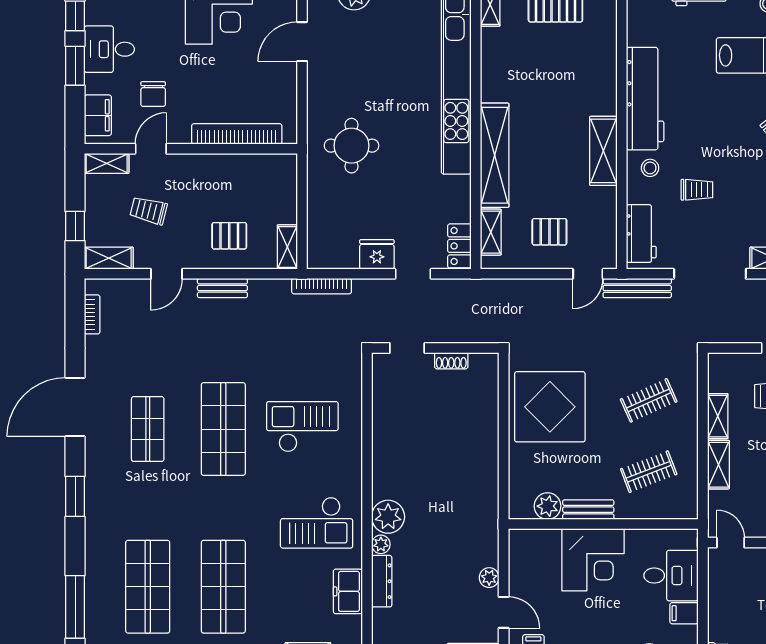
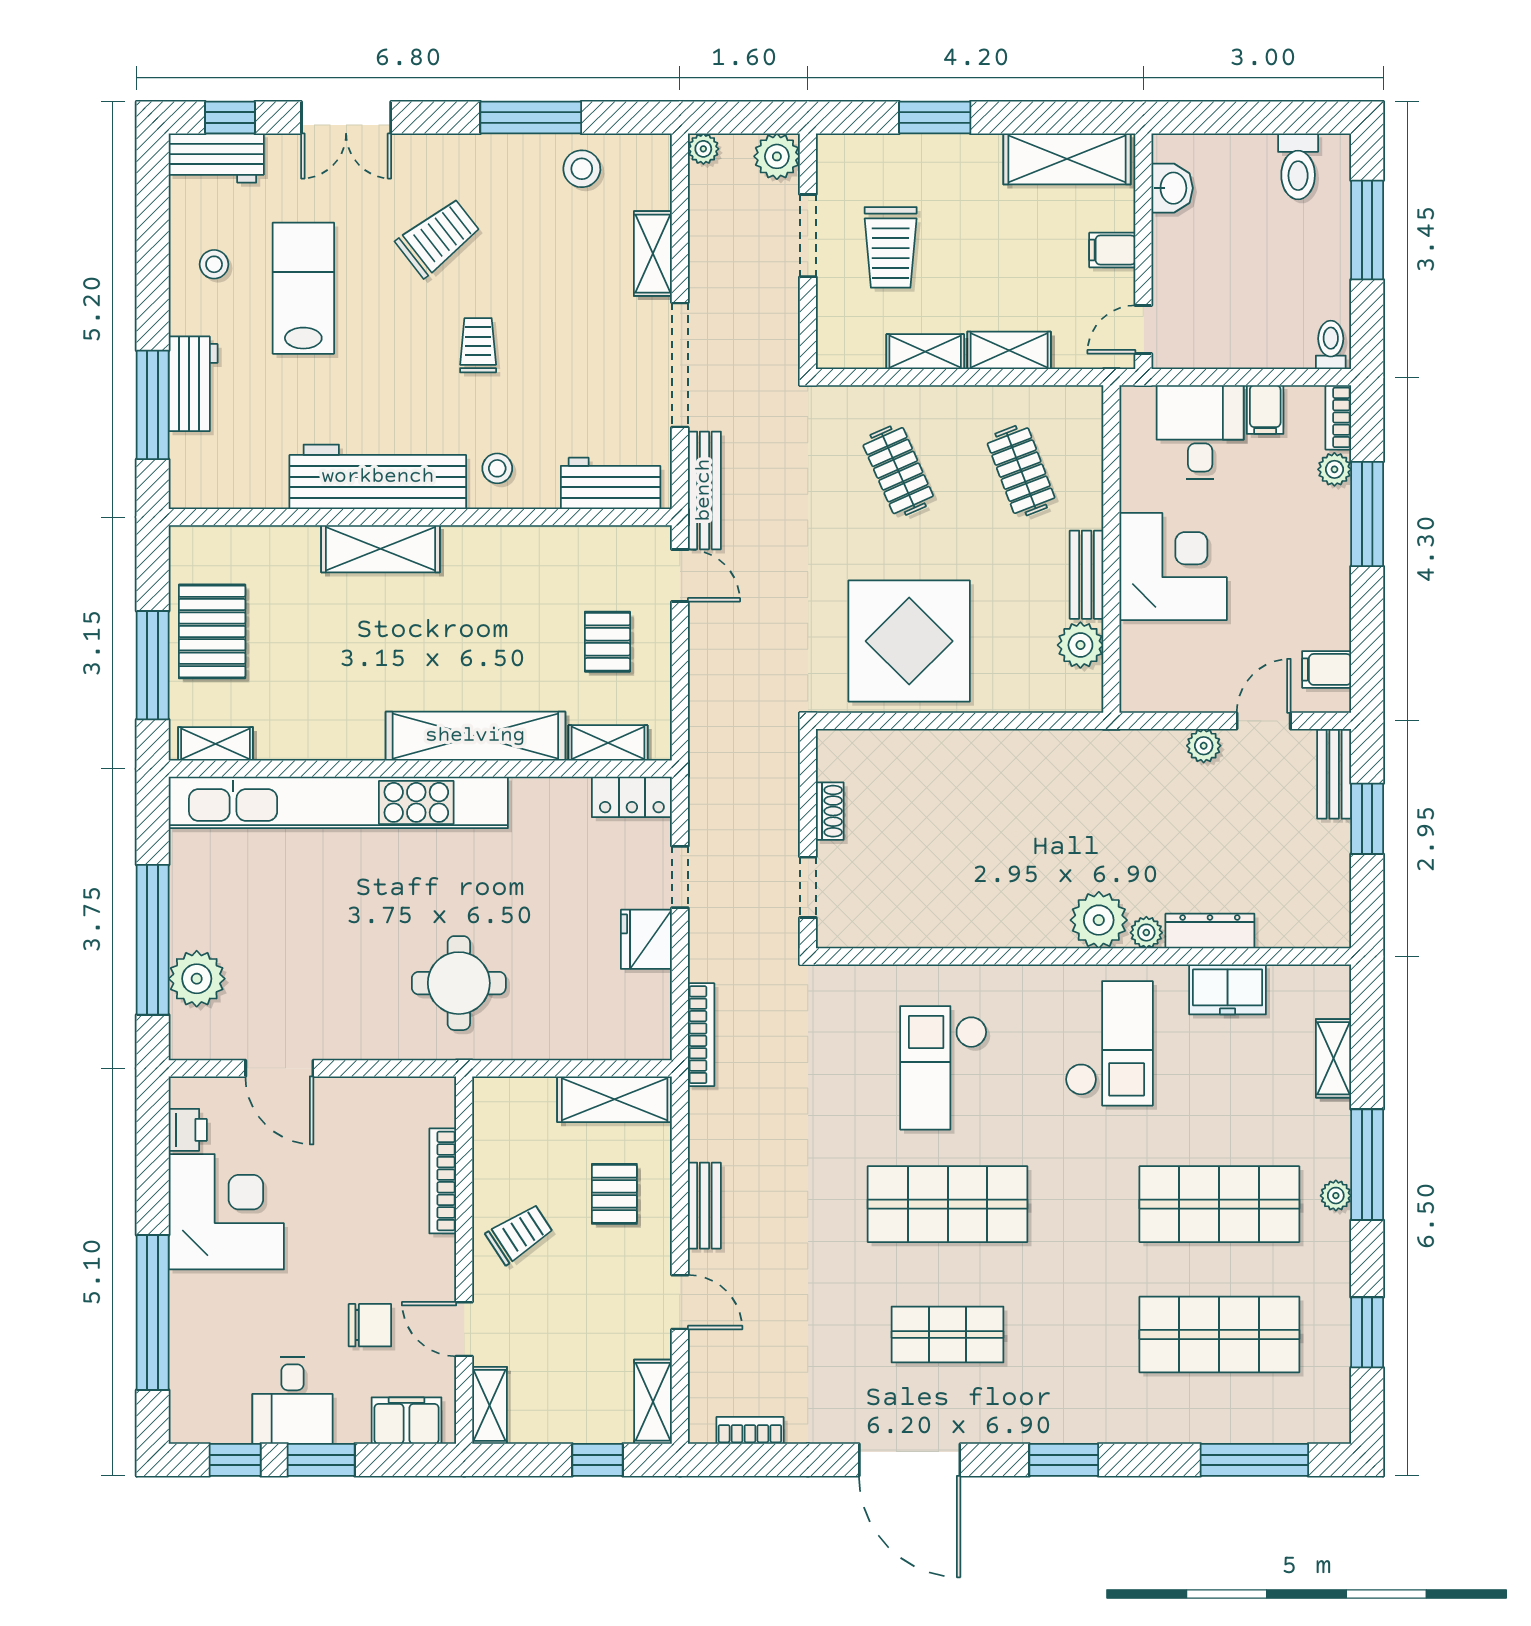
bookcase: (237, 134) -> (443, 1181), width x0.68, depth x0.76
shelving: (603, 151) -> (381, 549), moved
trolley: (697, 190) -> (478, 345), moved
trolley: (149, 211) -> (520, 1234), moved, turned -137
shelving: (287, 247) -> (615, 1099), width x1.50, depth x1.33

